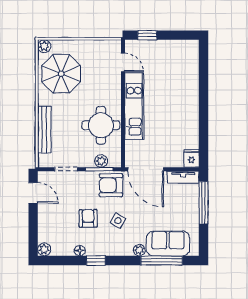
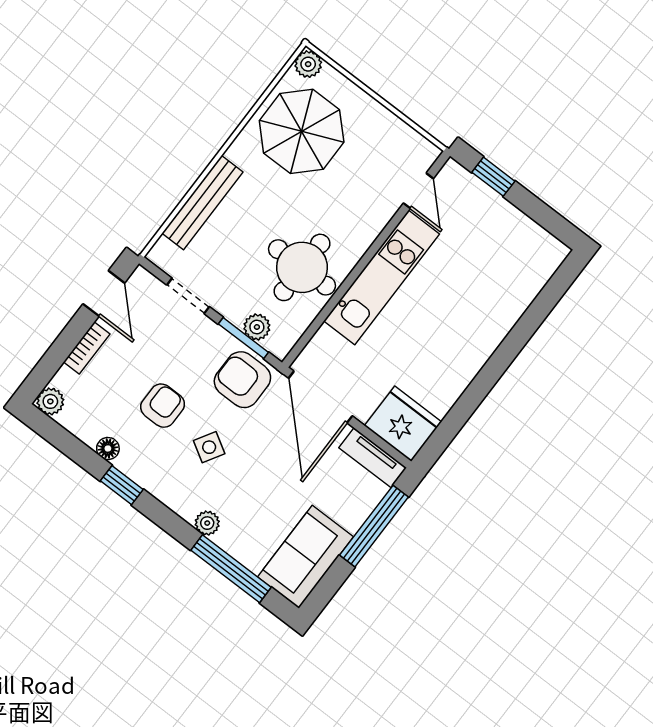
fridge: (191, 158) -> (403, 424), width x1.88, depth x1.34
bookcase: (43, 219) -> (87, 348), added
sofa: (168, 243) -> (306, 557), moved, turned -90

